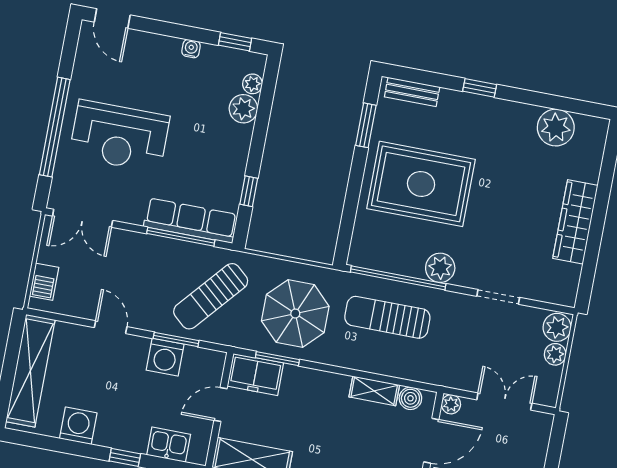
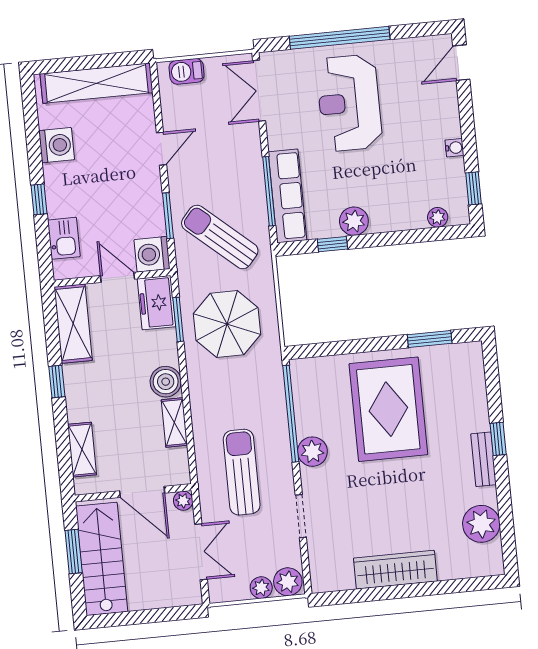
bench: (412, 92) -> (483, 459), moved
plant: (243, 109) -> (354, 221), moved
sun lounger: (387, 317) -> (242, 472), moved
washing machine: (165, 357) -> (152, 254), moved
boiler: (410, 398) -> (166, 382), moved, width x1.36, depth x1.36

